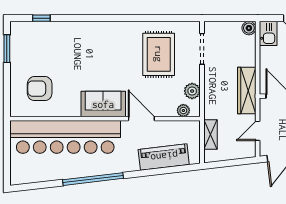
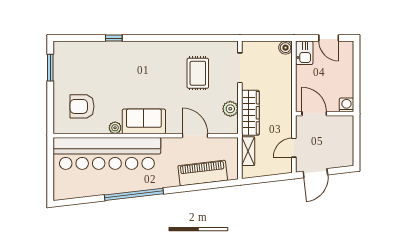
window: (41, 18) -> (114, 38), moved
rug: (159, 54) -> (198, 73), width x0.73, depth x0.70
wardrobe: (247, 91) -> (250, 113), moved, turned 180
plant: (183, 111) -> (115, 128), moved
door: (141, 119) -> (195, 136), moved

